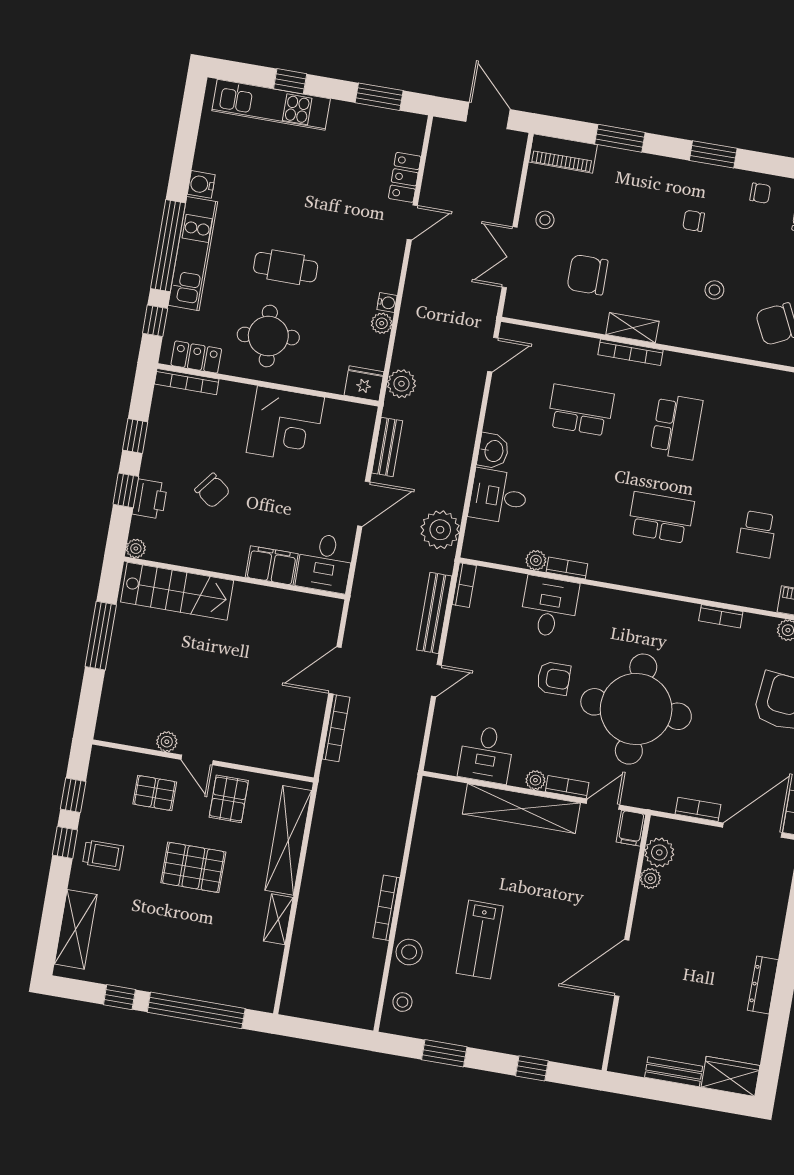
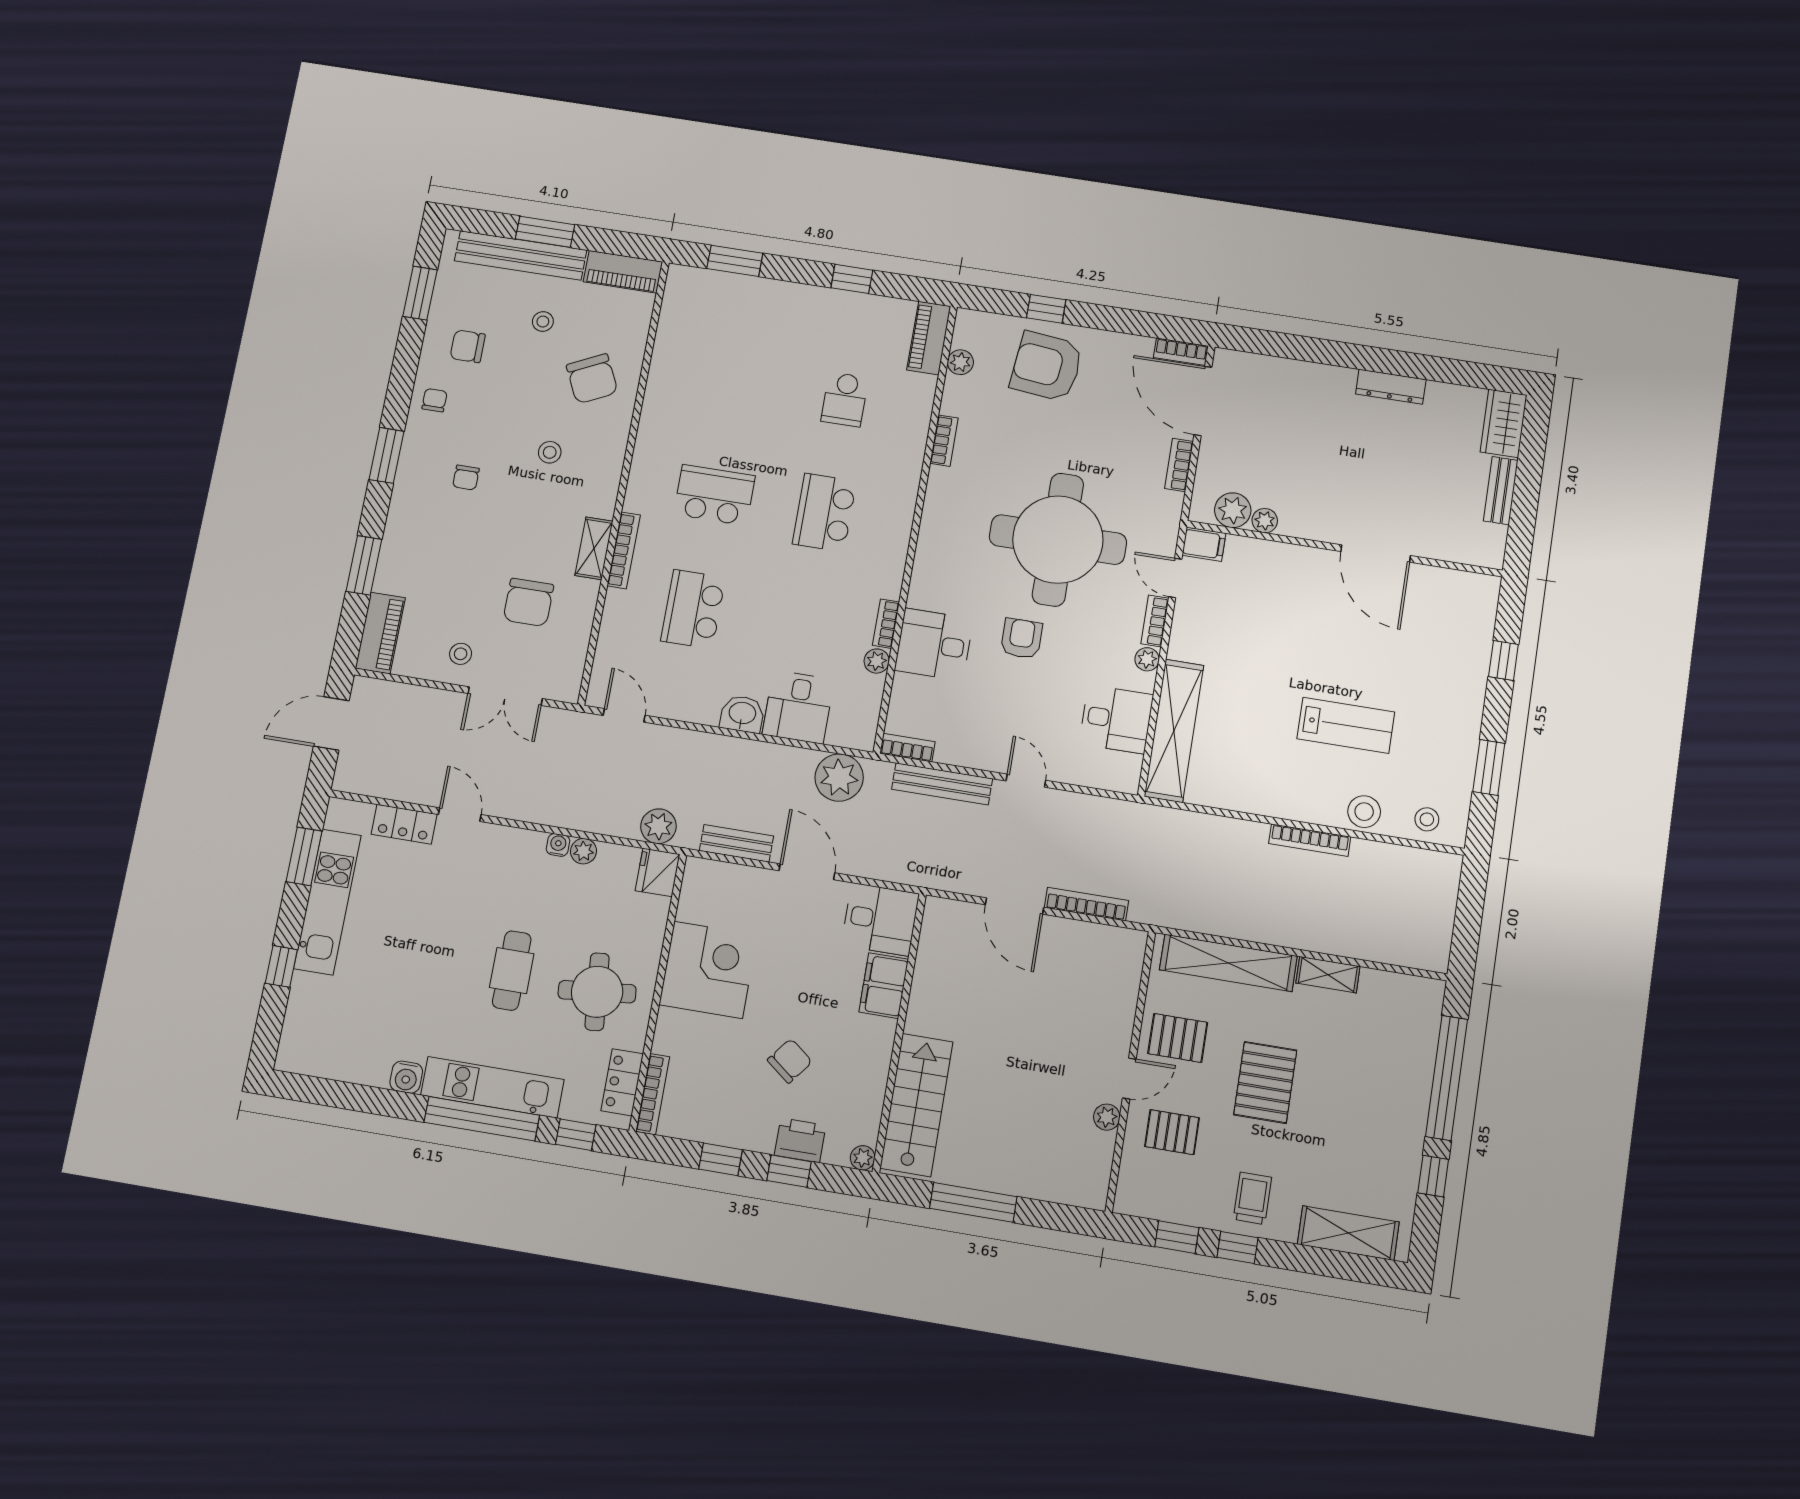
kitchen unit: (271, 105) -> (328, 902), moved
school desk: (757, 534) -> (845, 399), turned 90
pallet: (155, 793) -> (1172, 1132), turned 90
shelving: (521, 809) -> (1174, 731), moved

